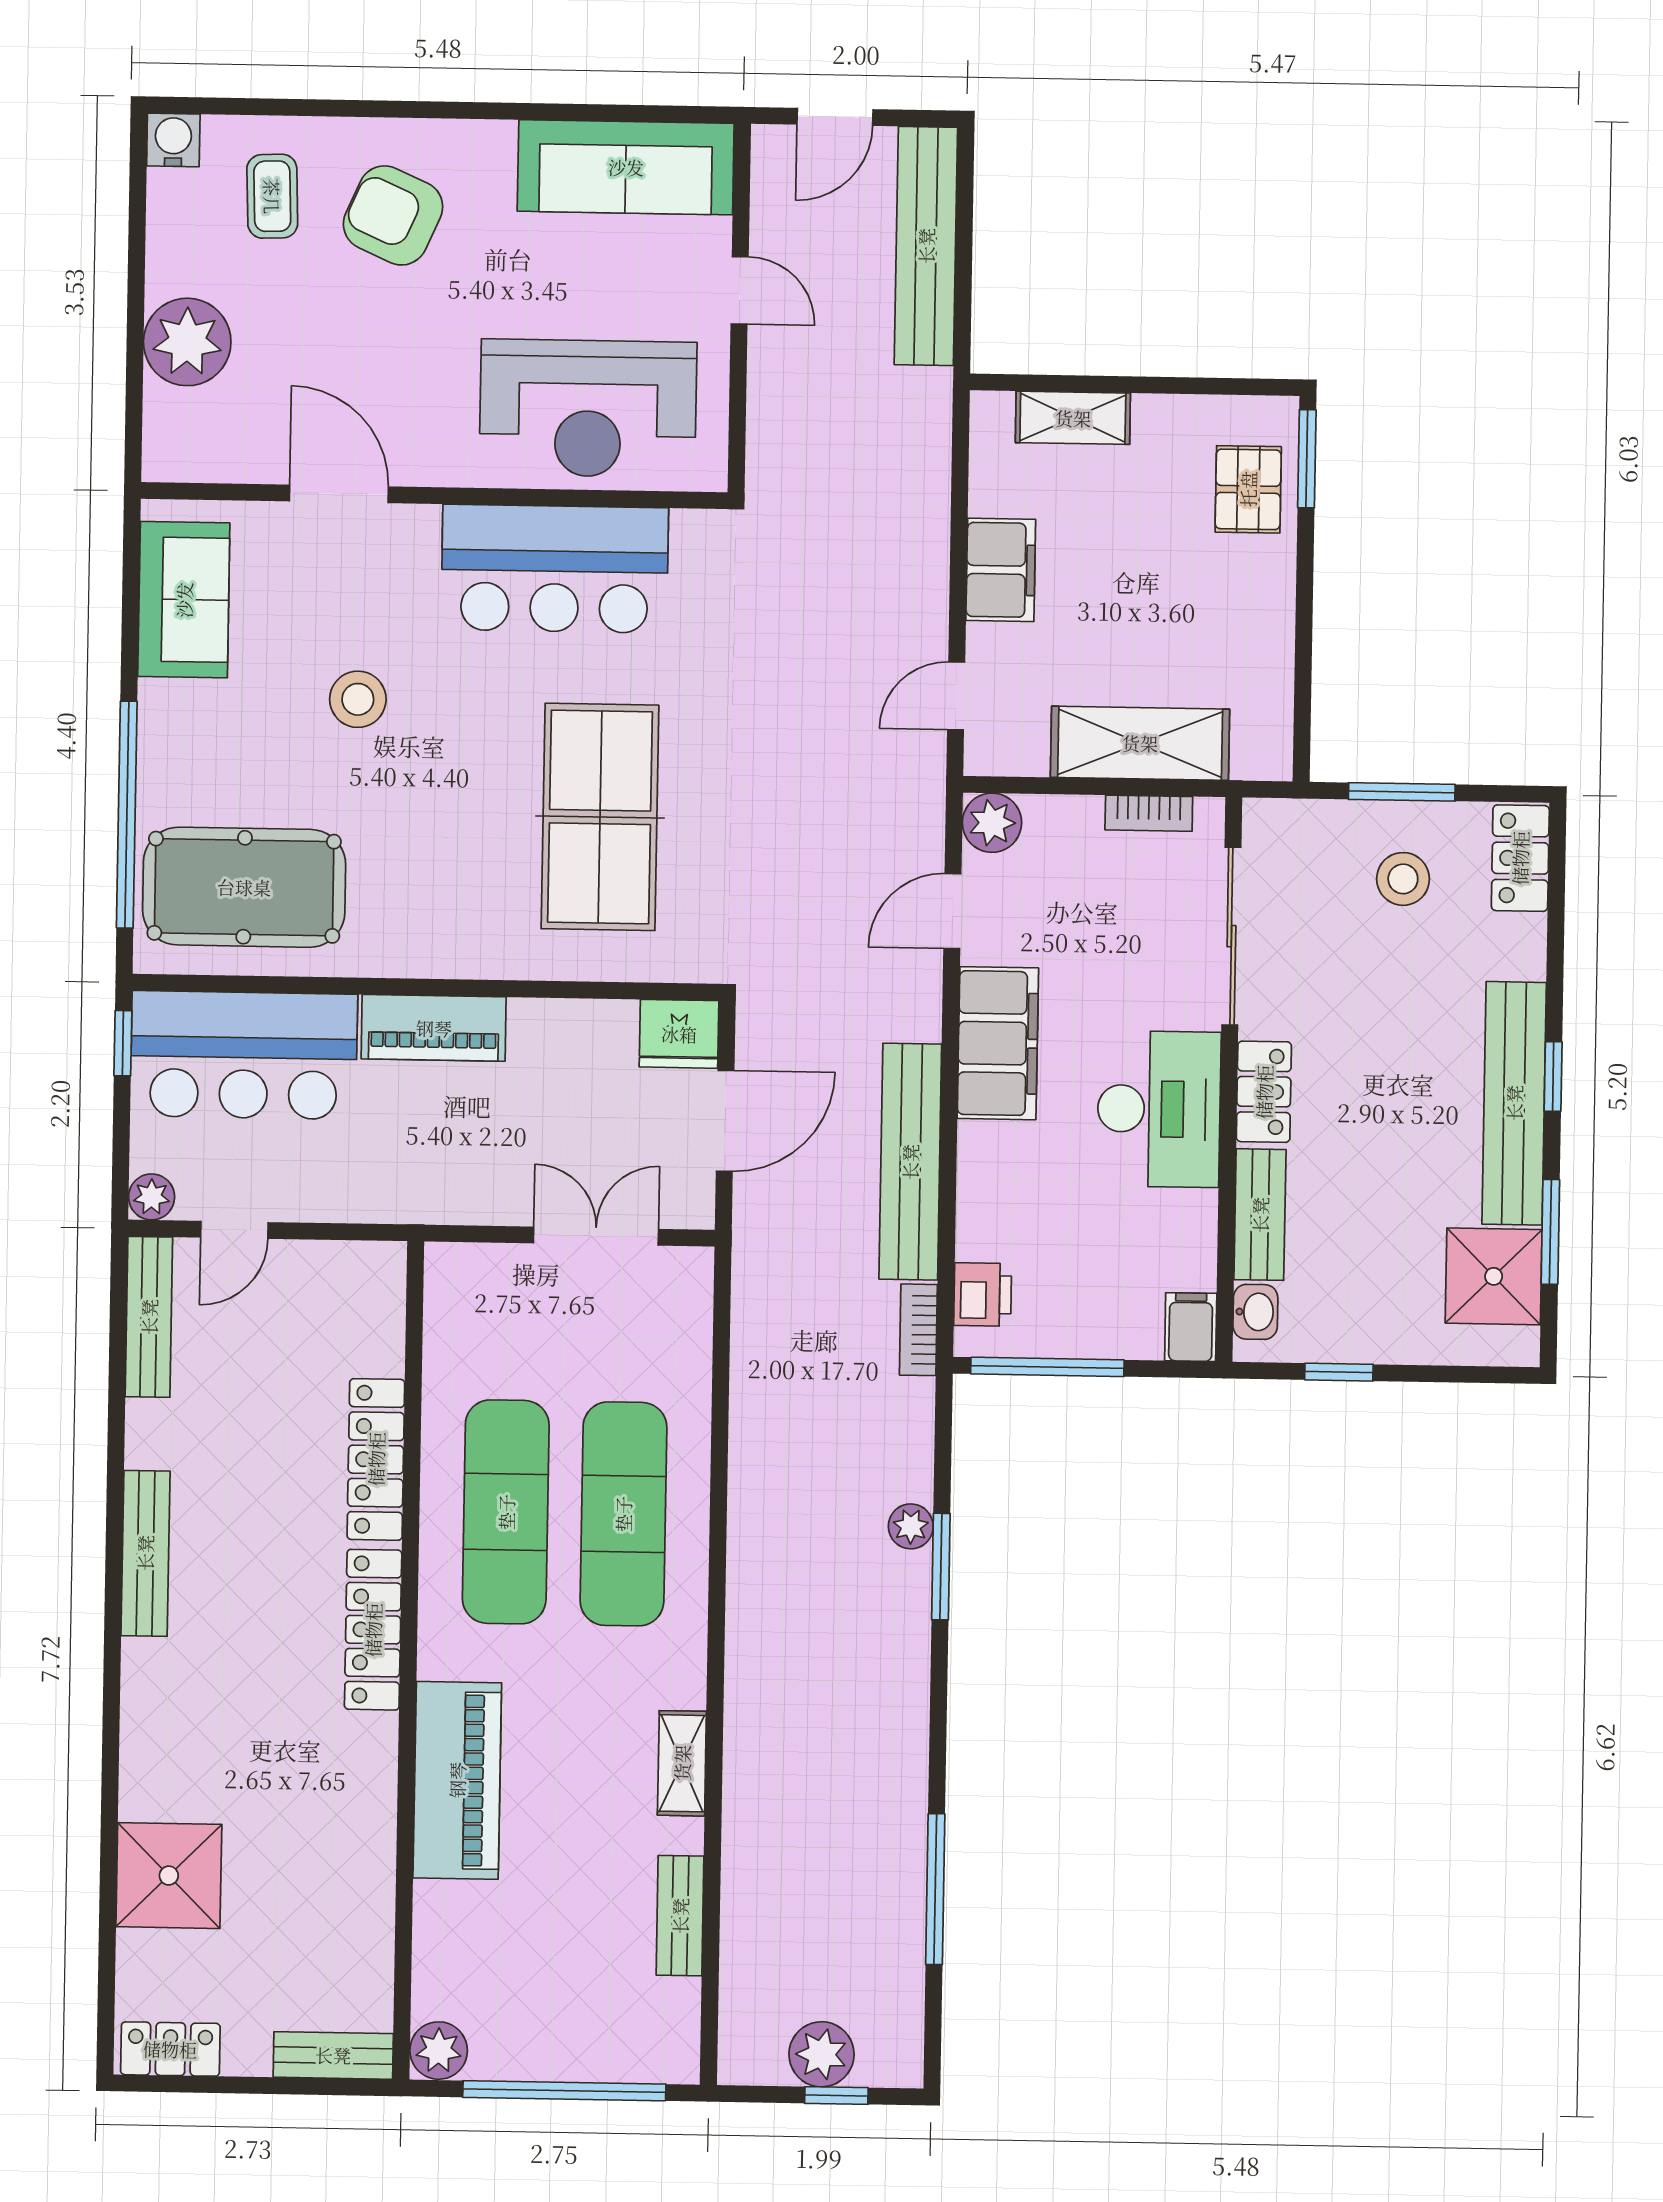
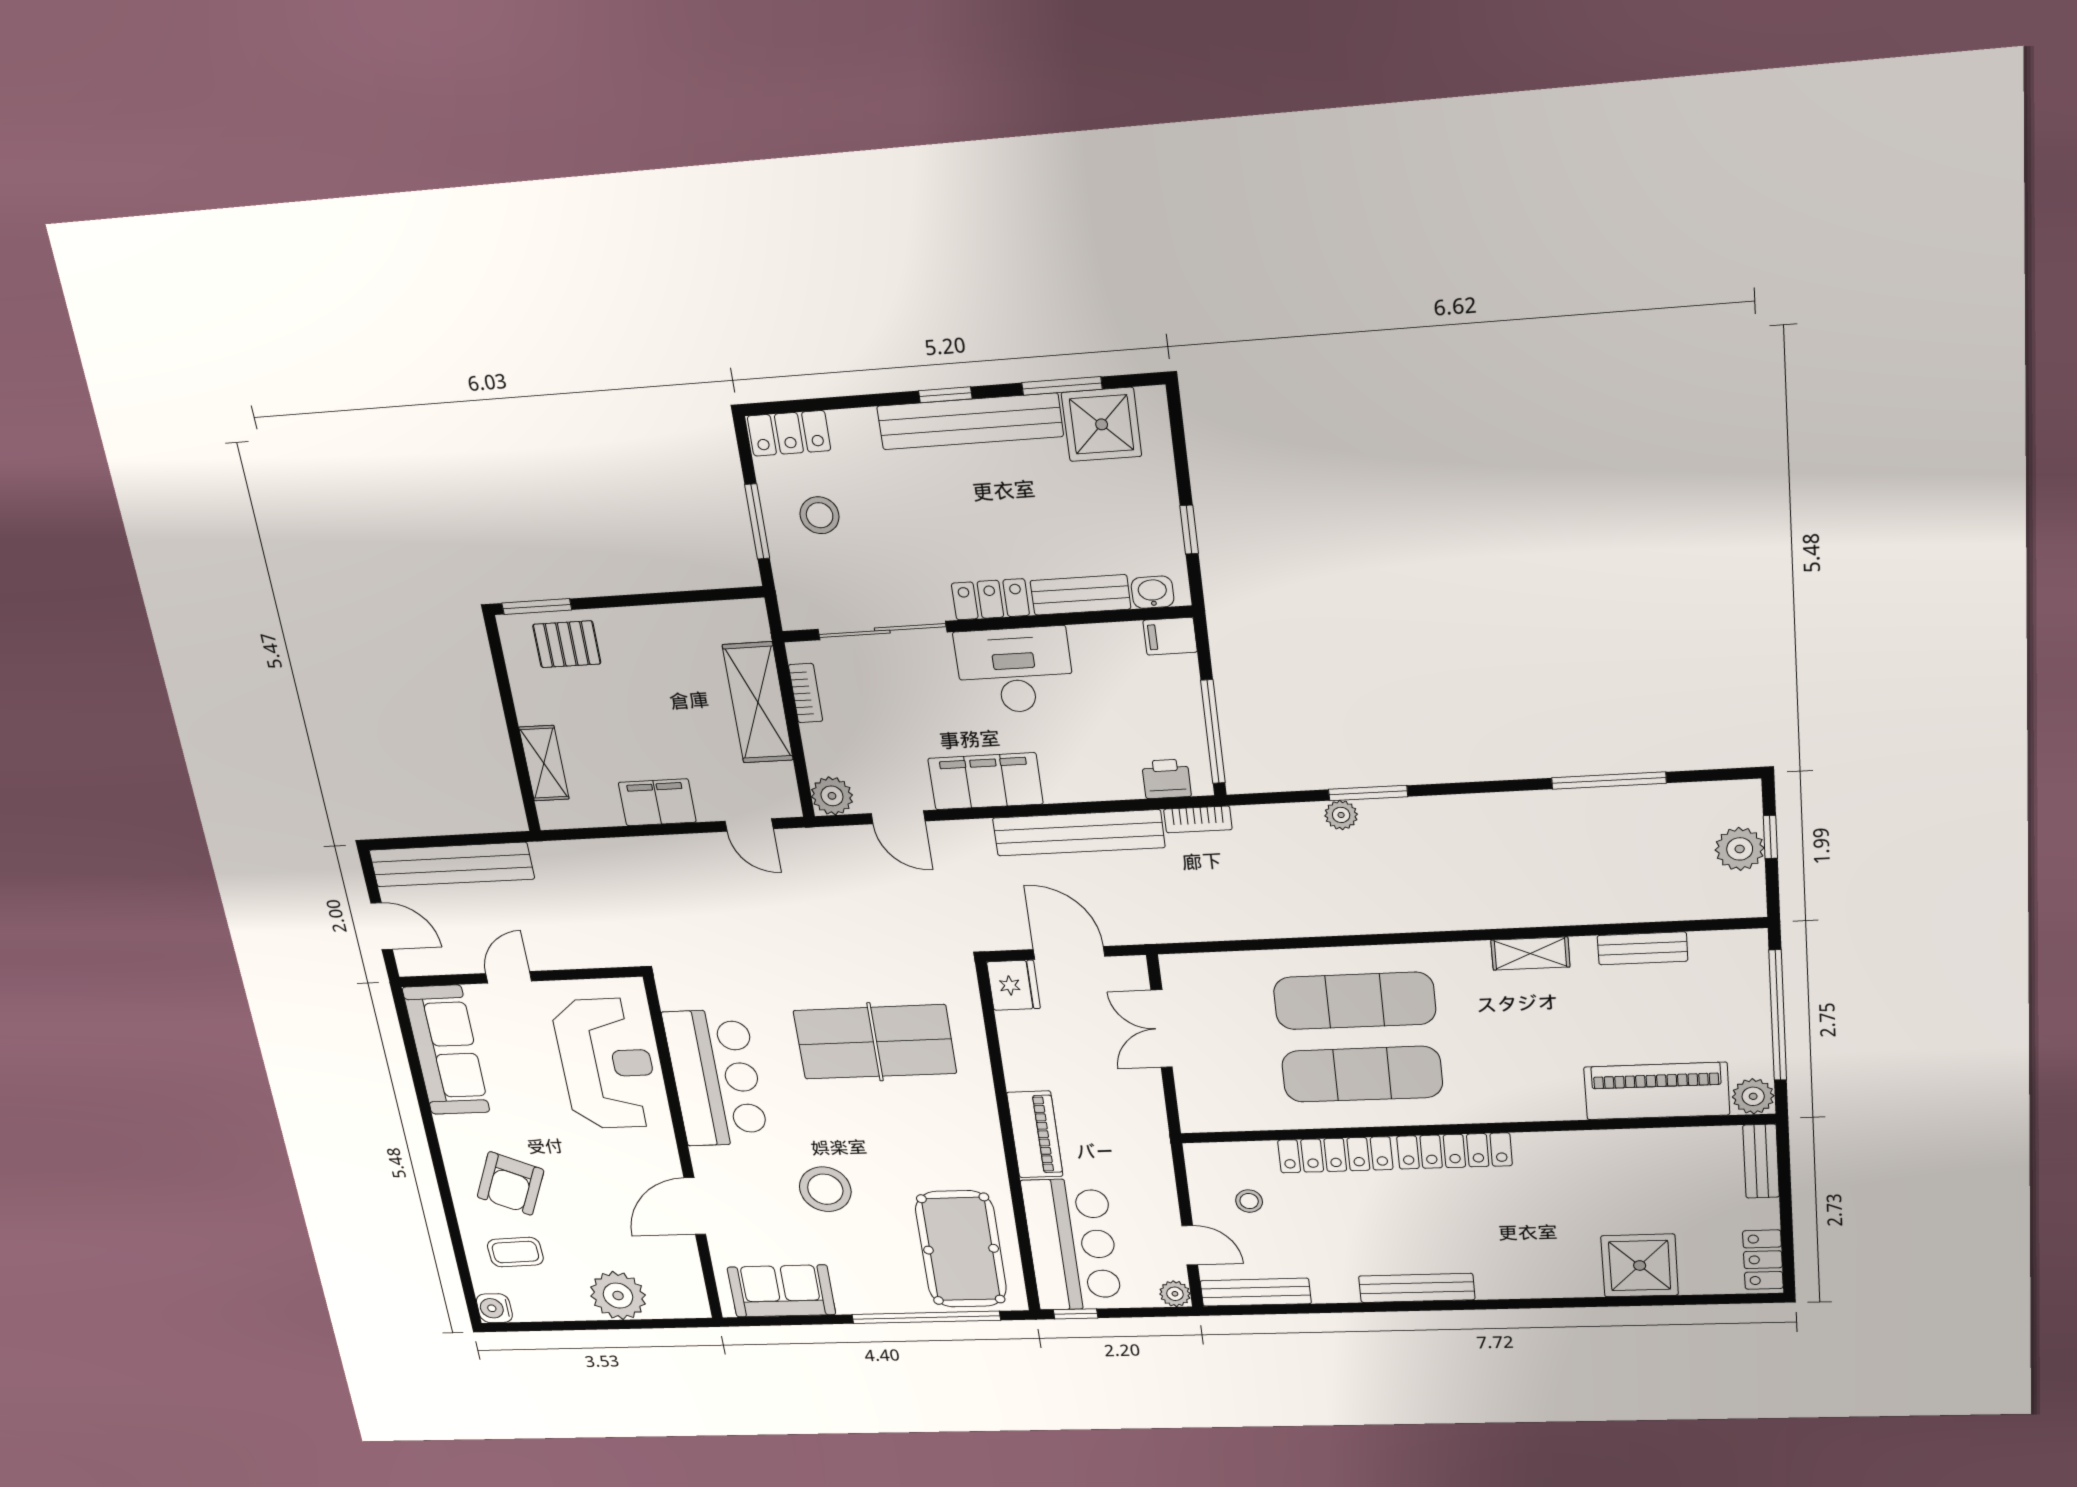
stool: (358, 699) -> (825, 1189), width x1.38, depth x1.38
stool: (305, 1326) -> (1249, 1201), added
piano: (457, 1780) -> (1657, 1091), moved

